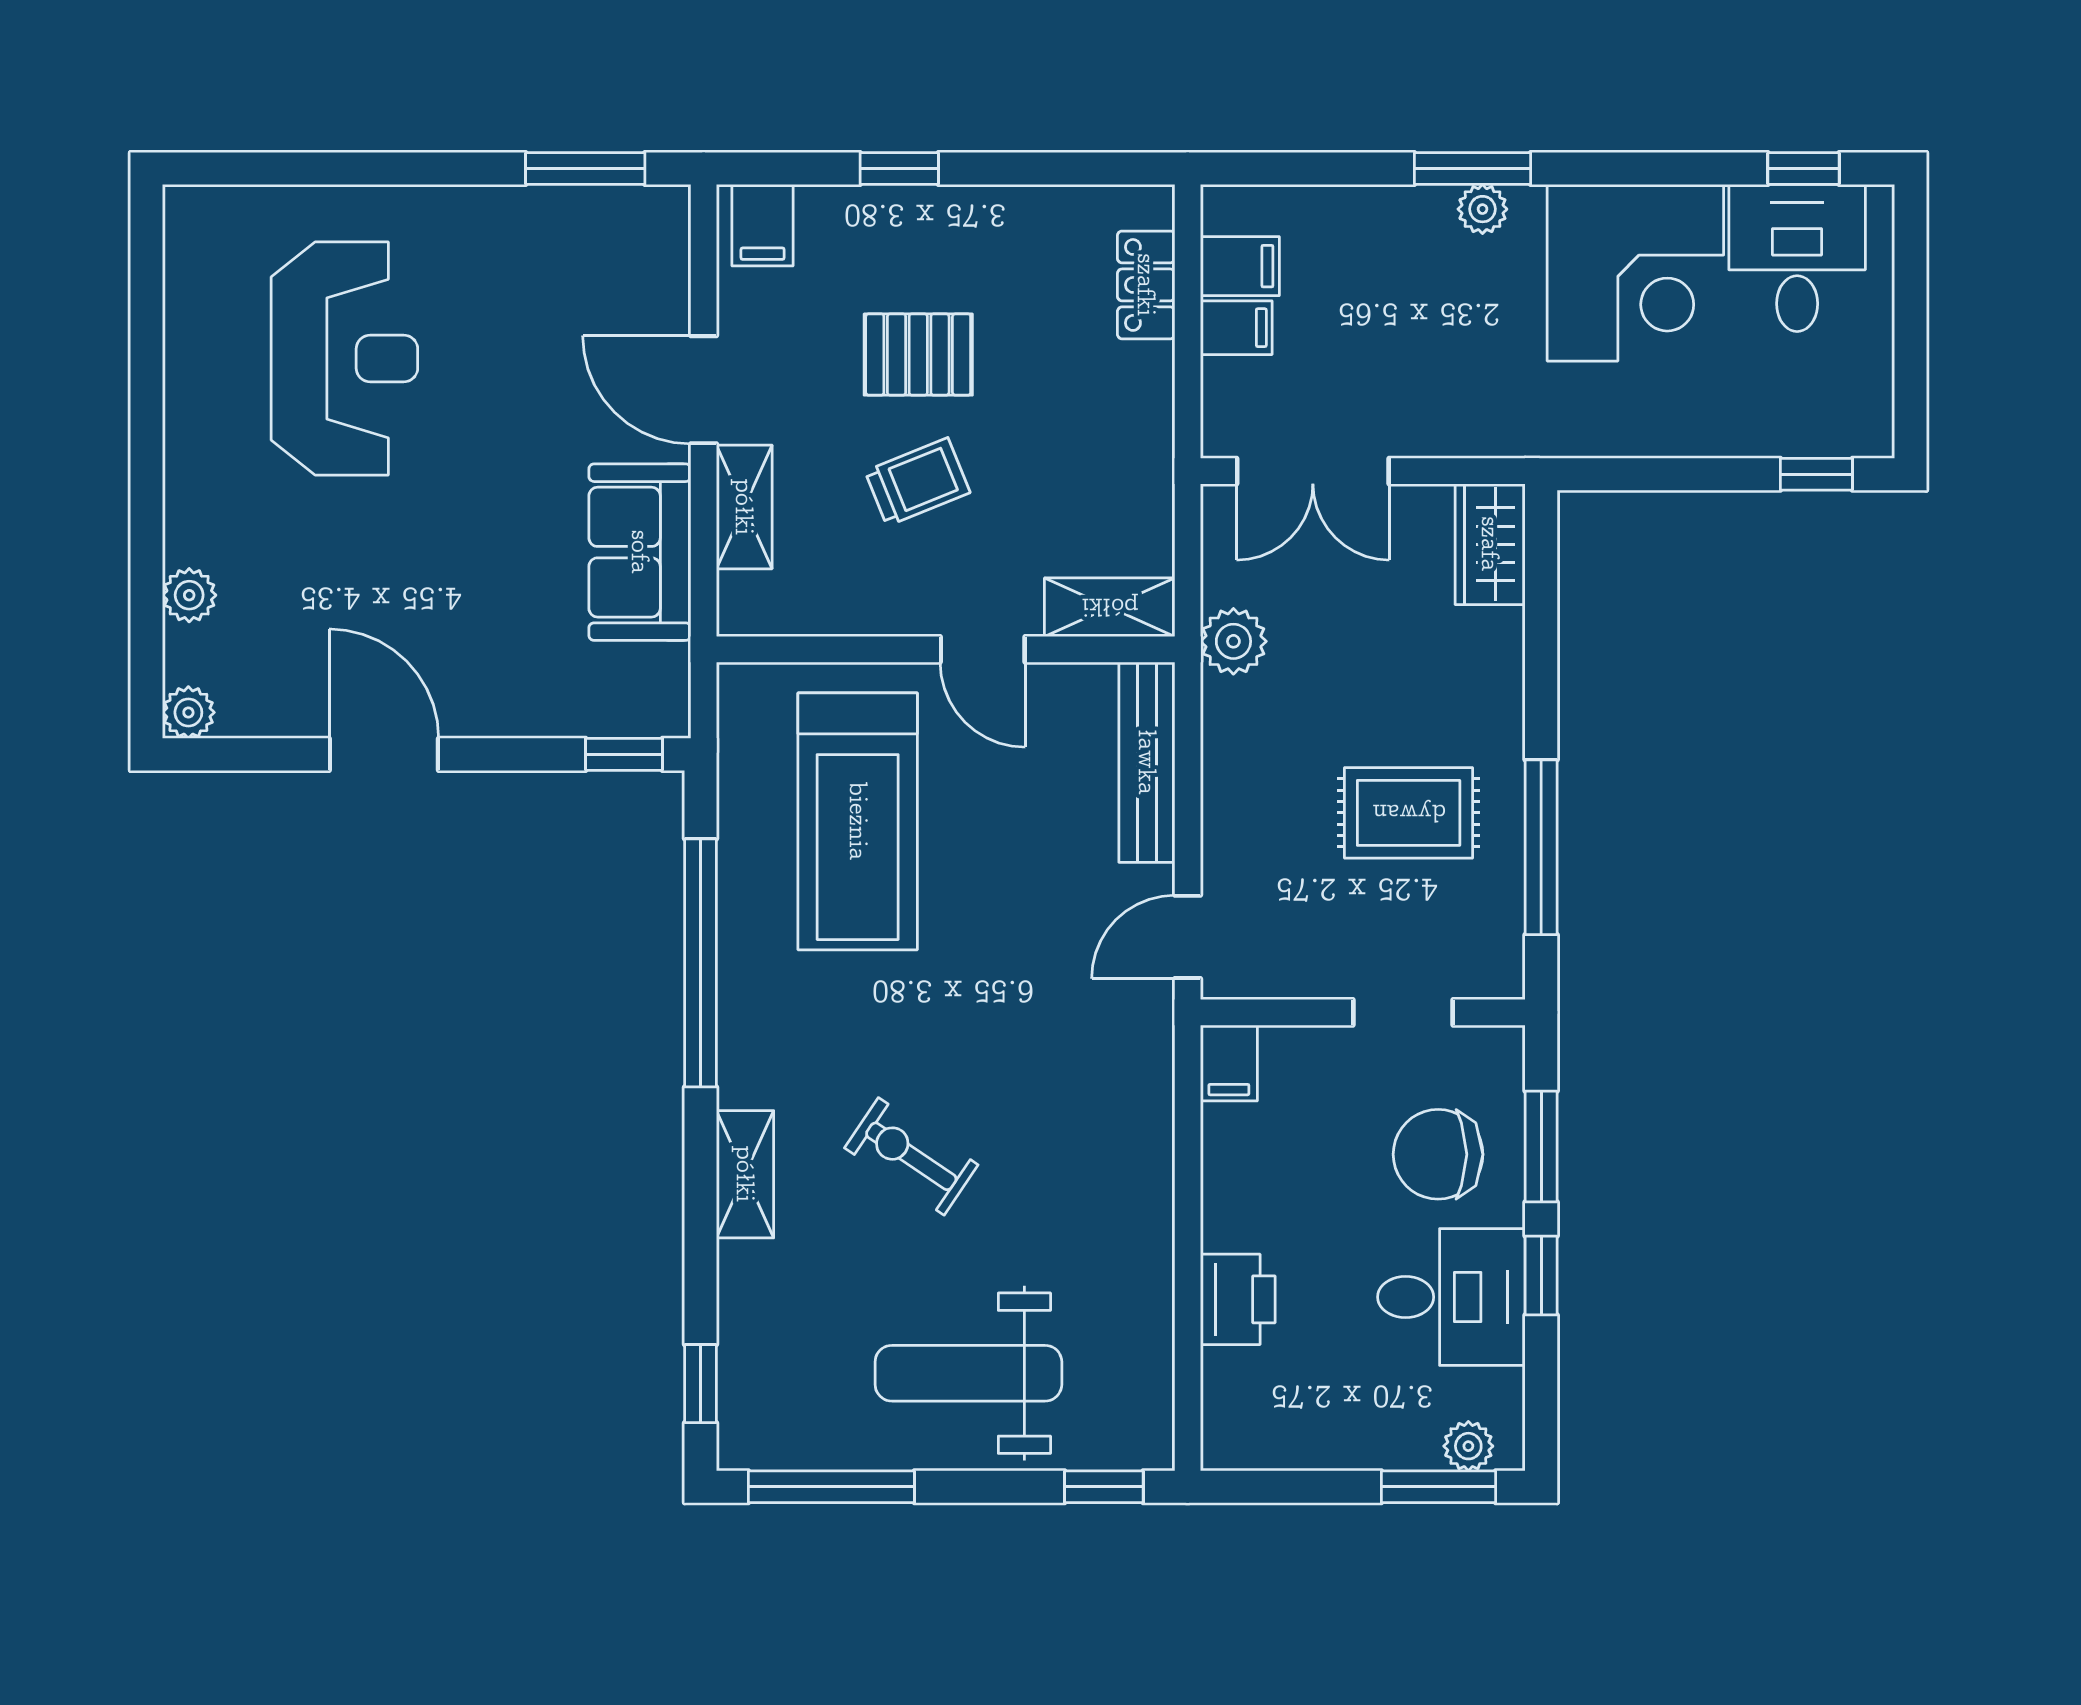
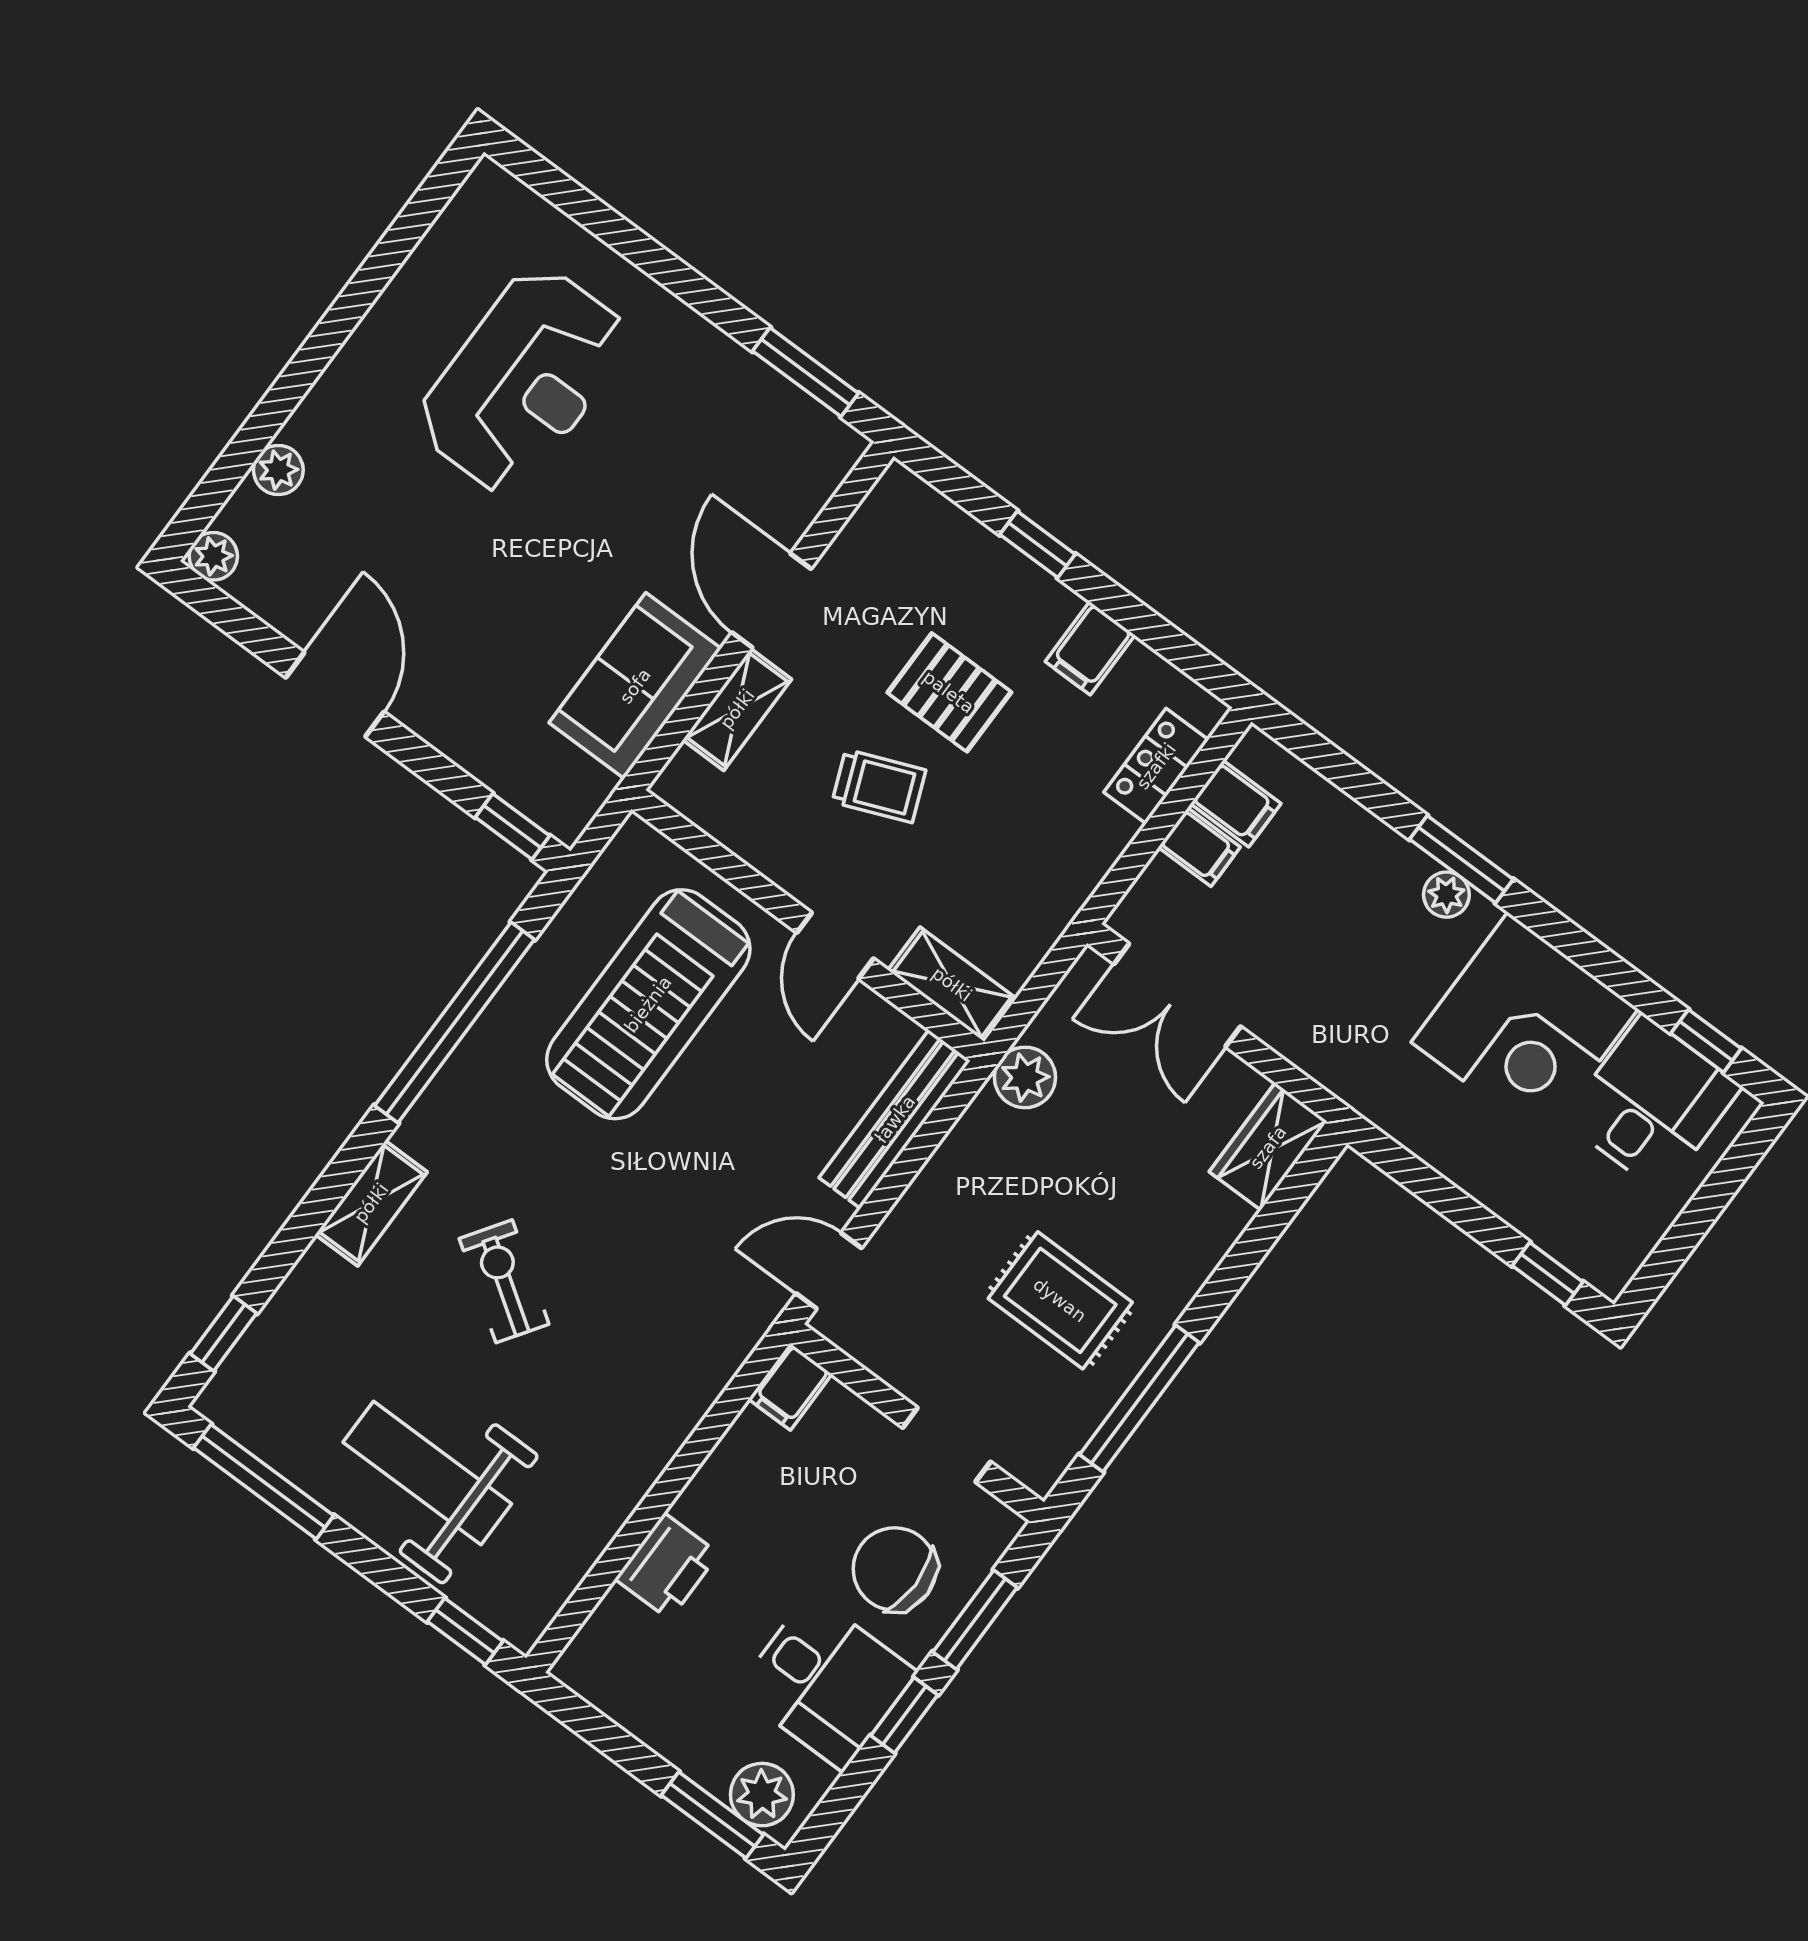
filing cabinet: (763, 225) -> (1090, 648), moved
plant: (1468, 1446) -> (762, 1795), width x1.38, depth x1.38

